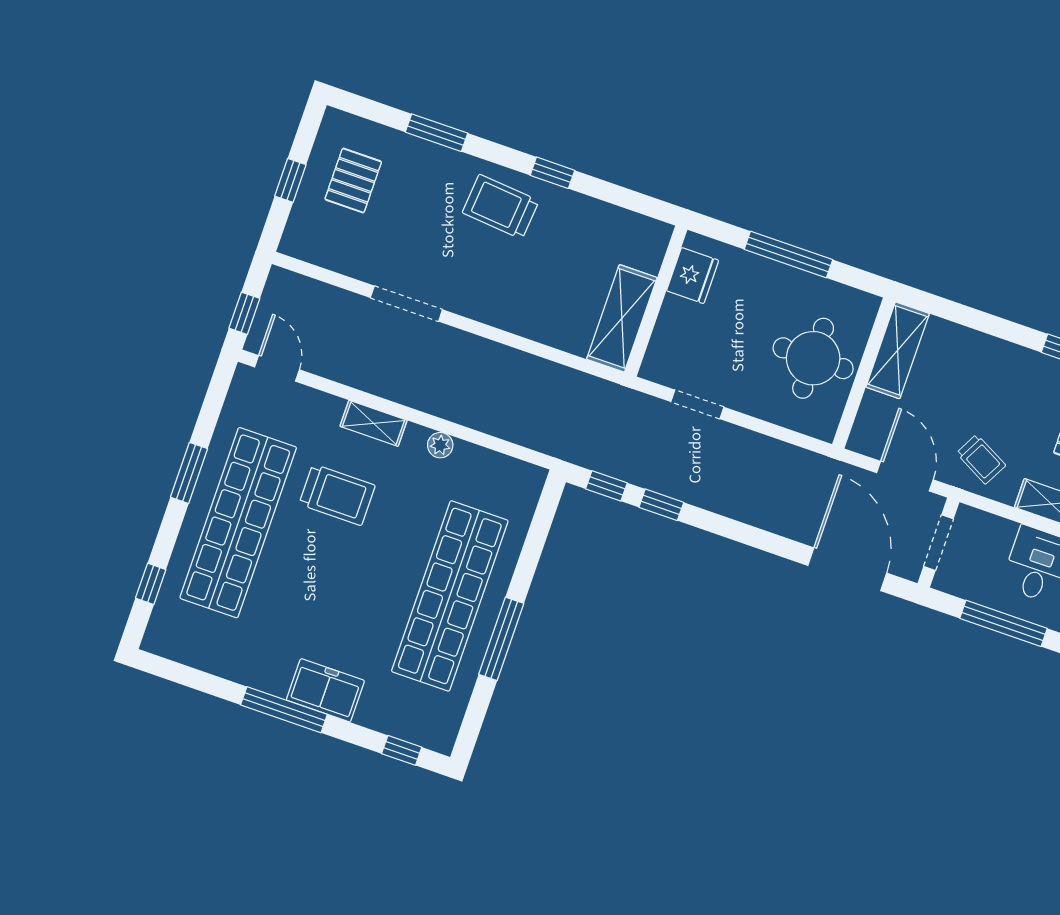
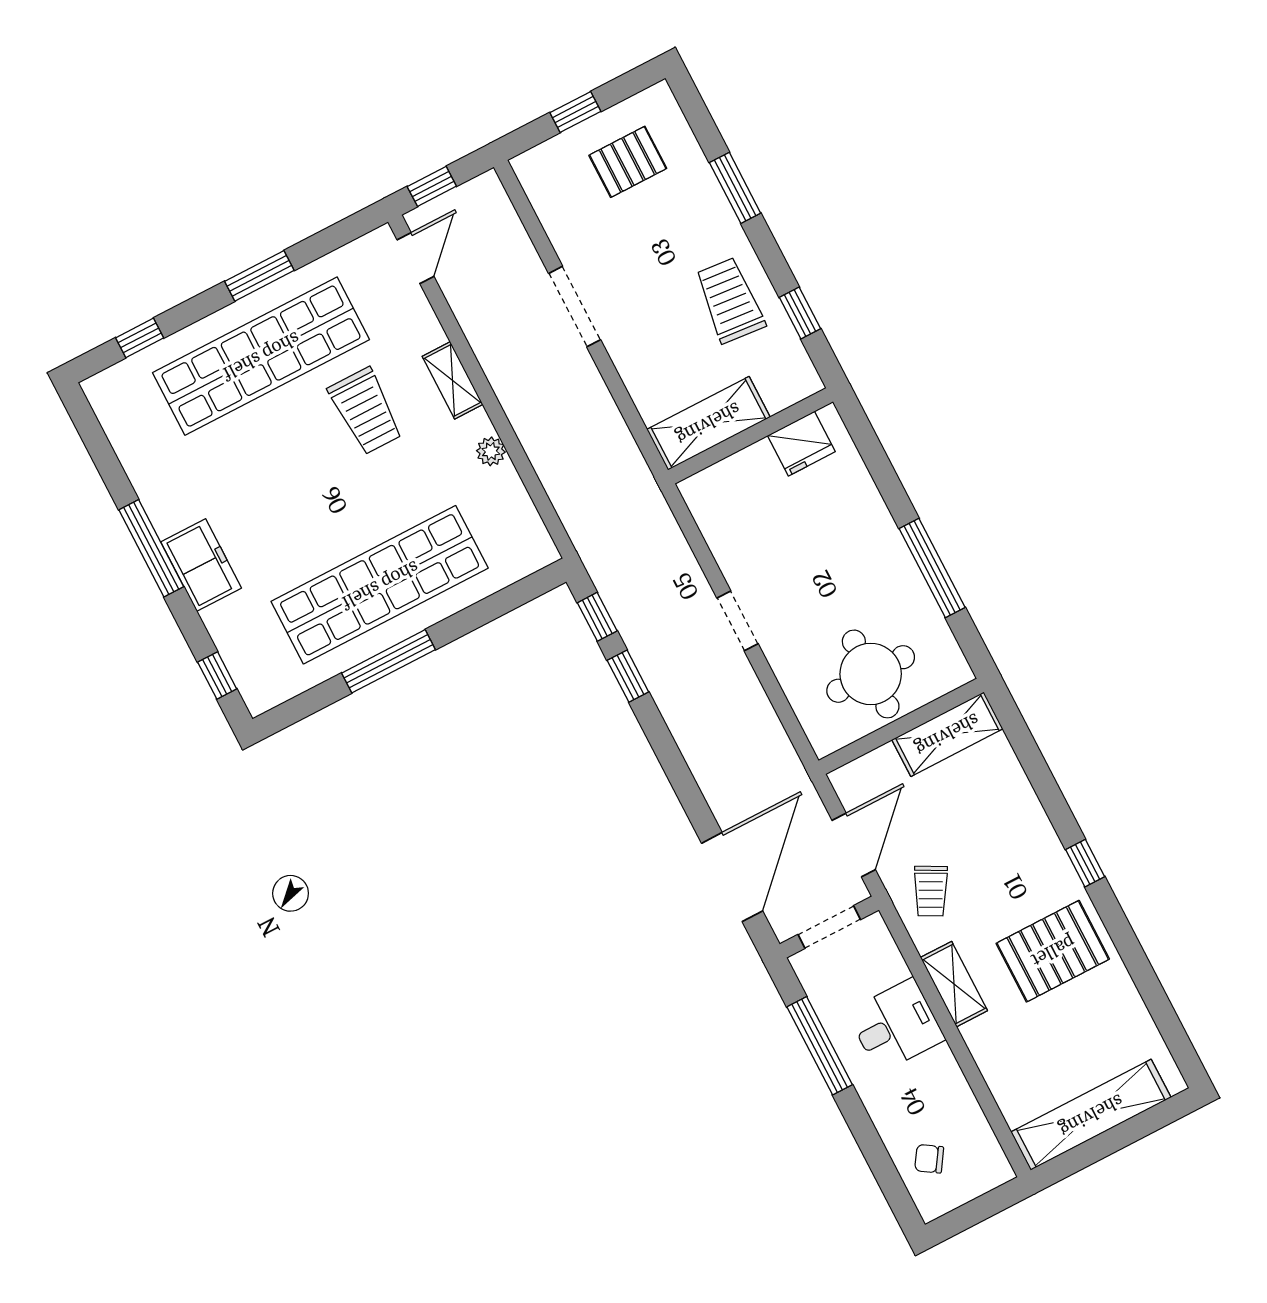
fridge: (693, 276) -> (801, 444), moved
wall: (656, 301) -> (751, 436), moved
shelving: (622, 318) -> (708, 423), moved

